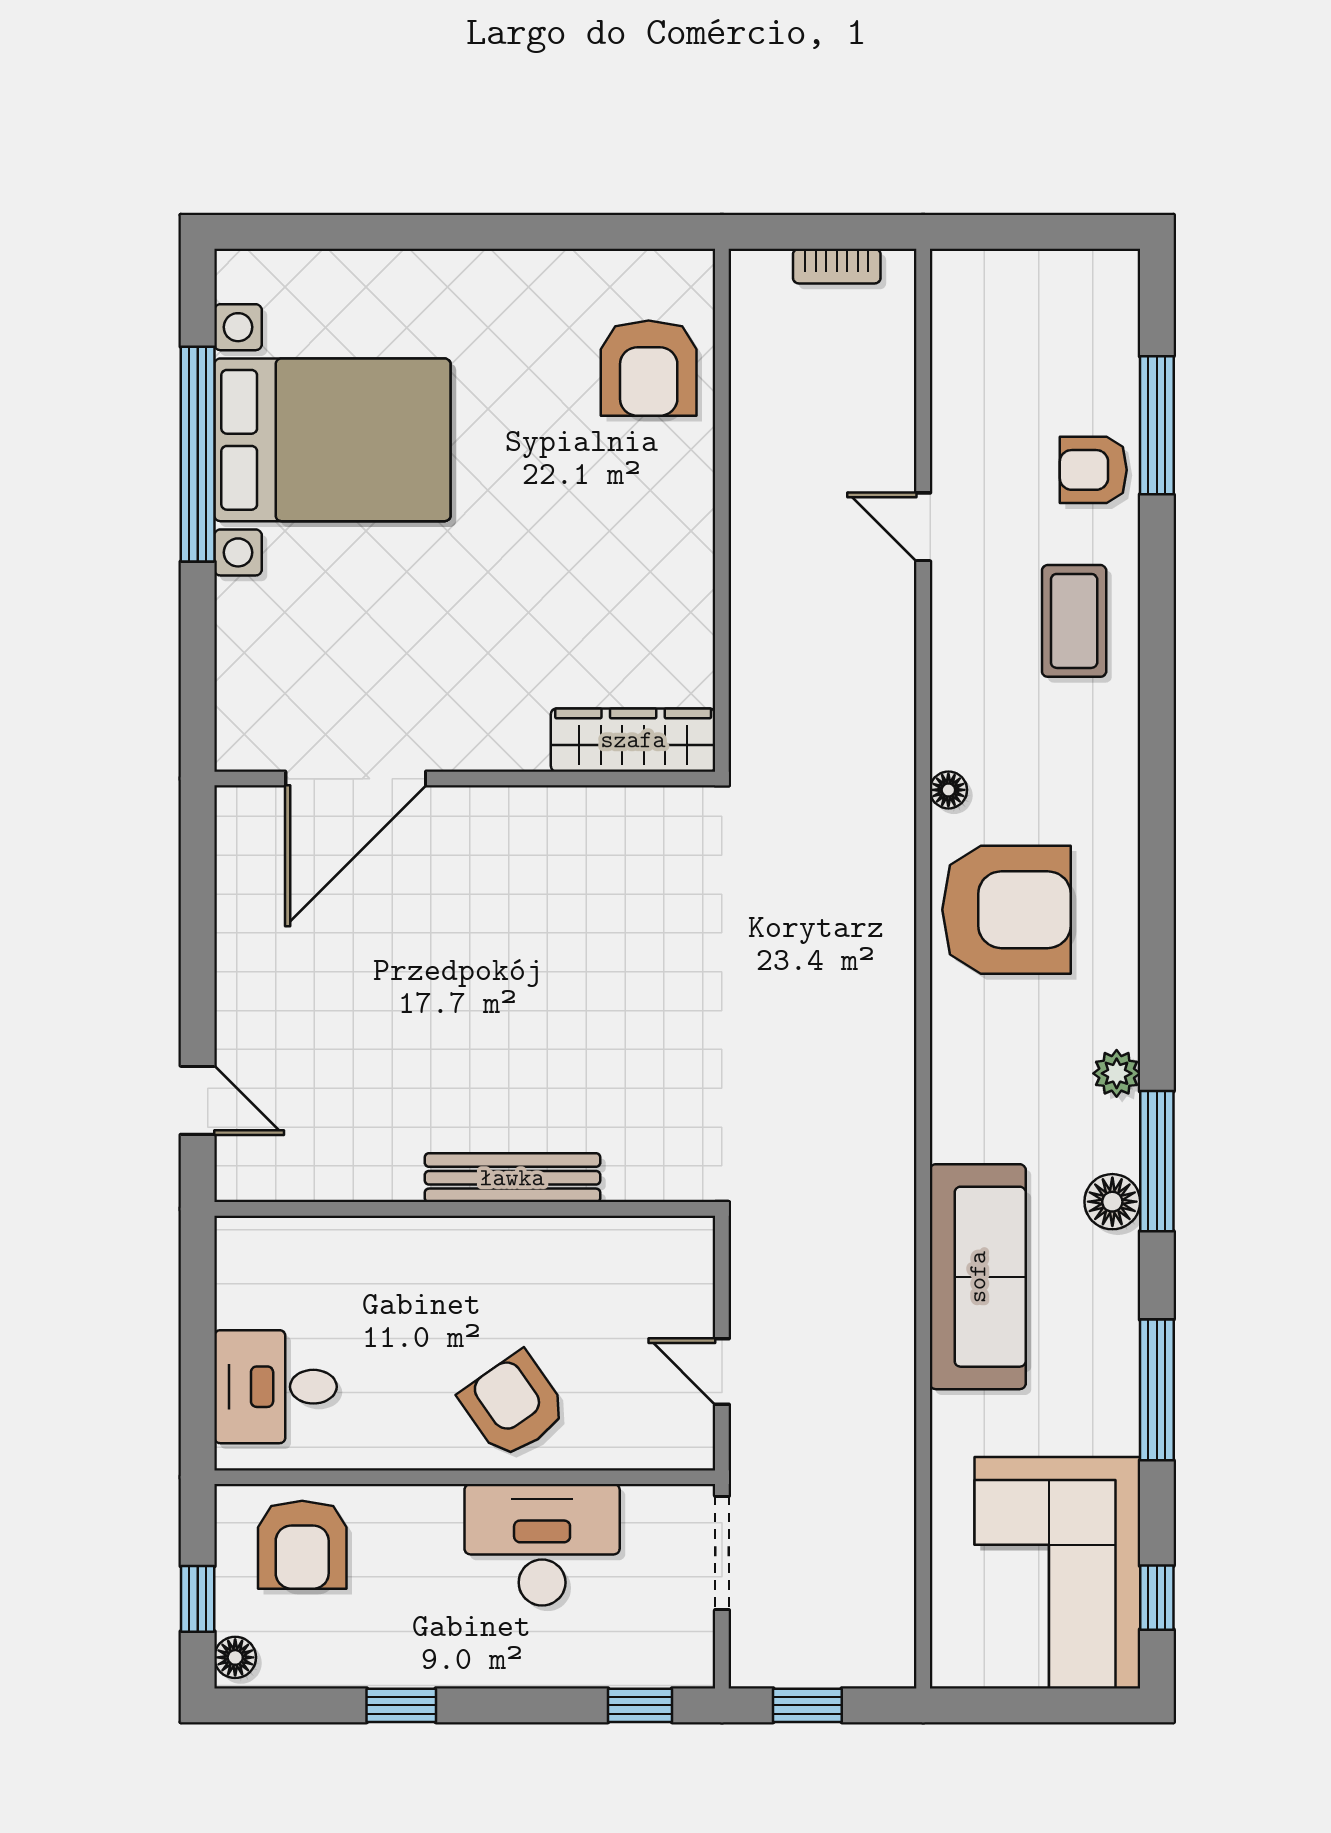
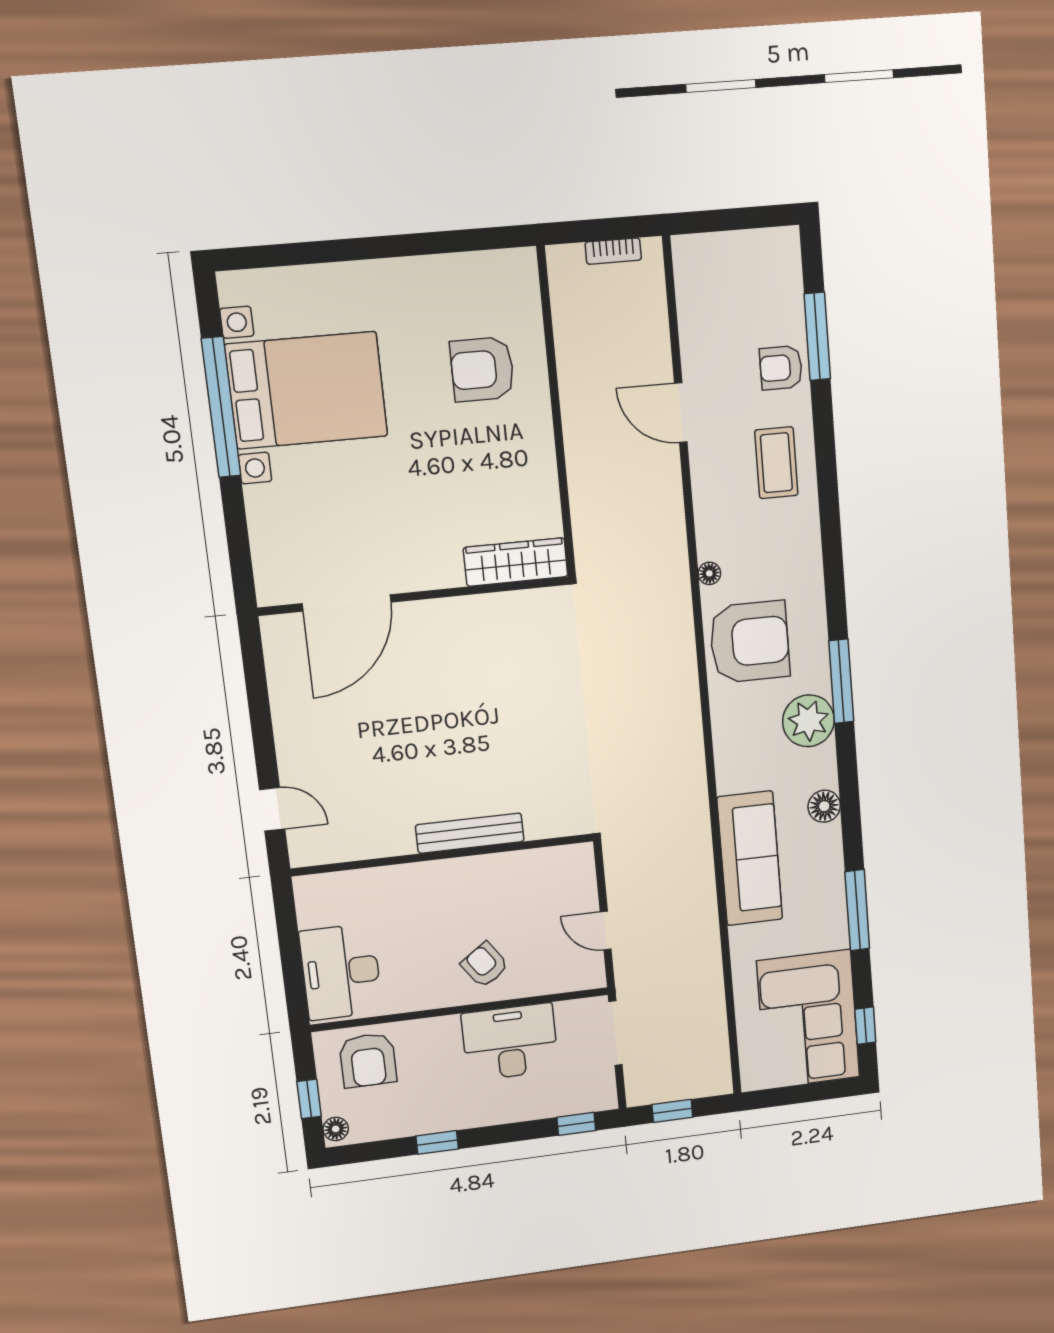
armchair: (649, 368) -> (482, 369), moved, turned 90
door: (923, 527) -> (681, 413), width x1.38
plant: (1117, 1073) -> (808, 721), width x1.87, depth x1.87
window: (1157, 1161) -> (841, 681), moved
desk: (275, 1387) -> (341, 972), width x1.37
armchair: (514, 1405) -> (485, 965), width x0.72, depth x0.72

